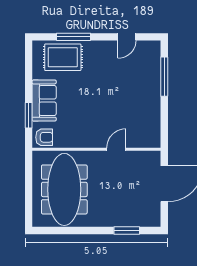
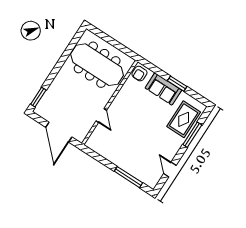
window: (29, 115) -> (177, 84), moved
window: (127, 230) -> (38, 97), moved

